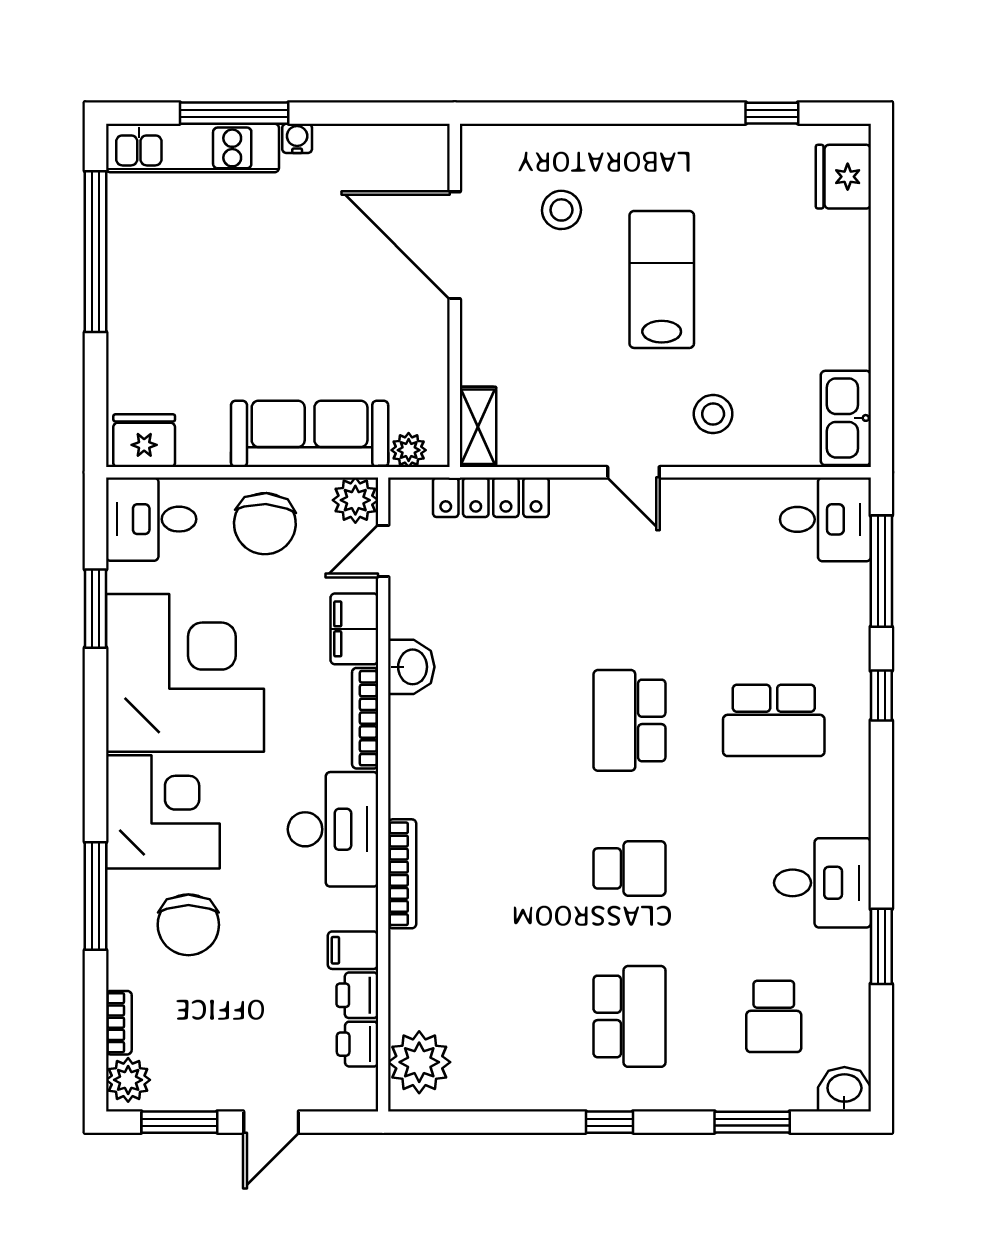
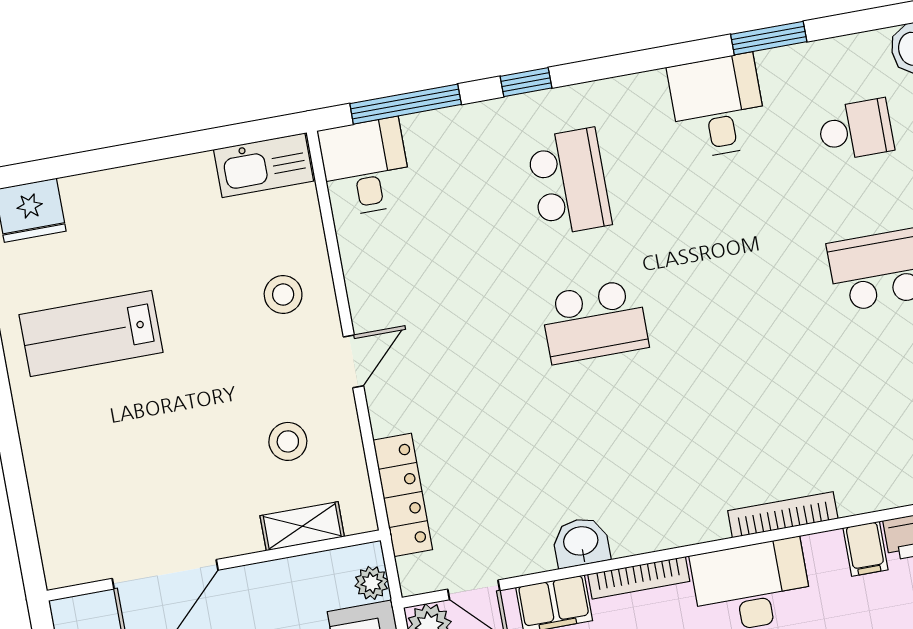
stool: (561, 210) -> (288, 441), moved
lab bench: (662, 279) -> (91, 333), moved
shelving: (478, 427) -> (302, 526), moved
school desk: (629, 868) -> (738, 296), removed

